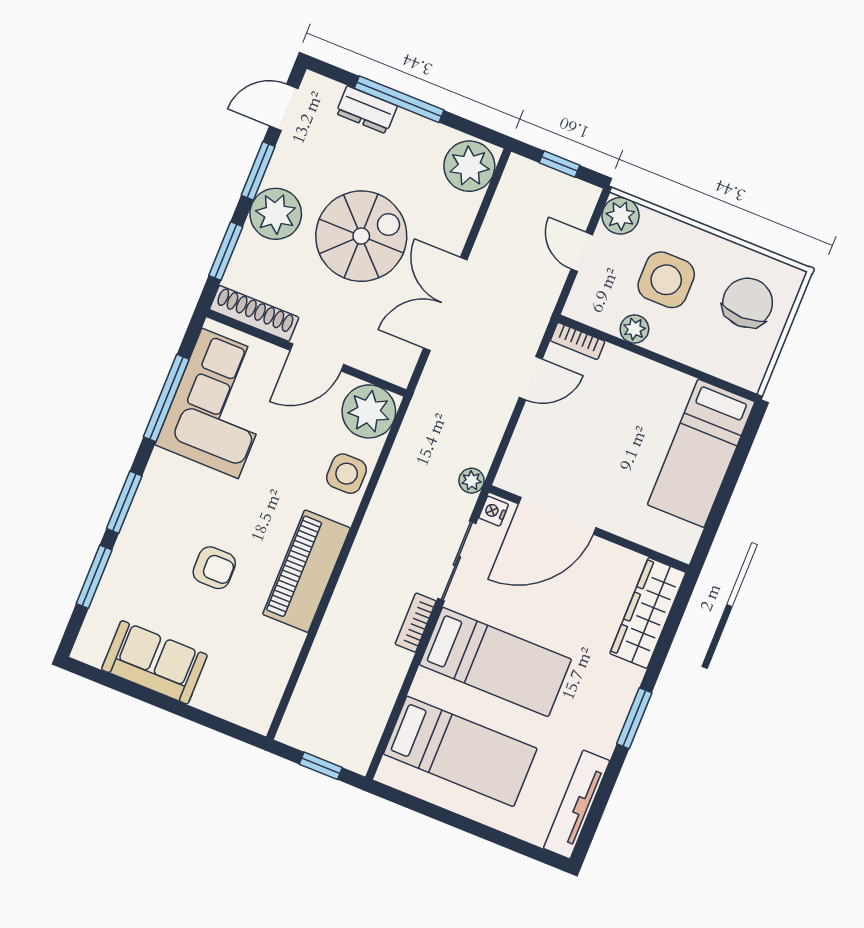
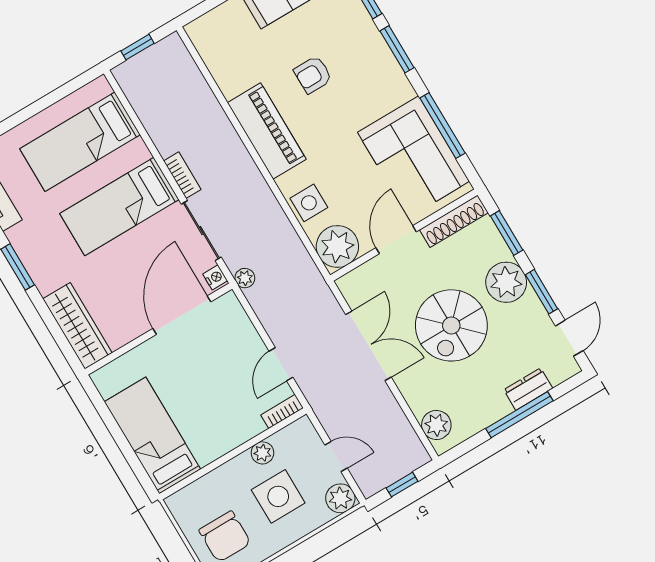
plant: (469, 166) -> (436, 425), width x0.73, depth x0.73

